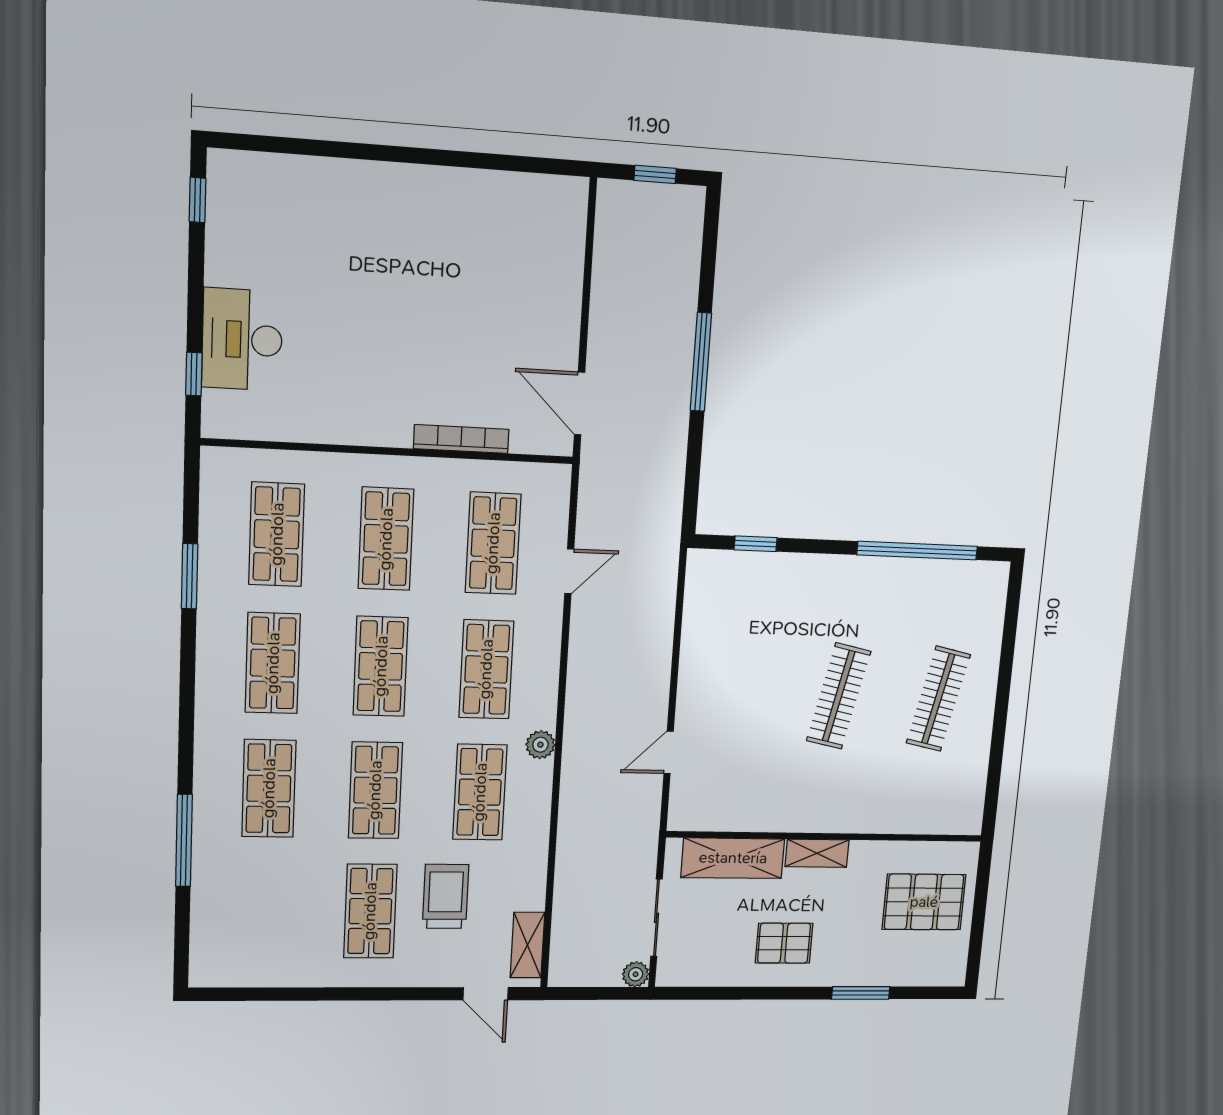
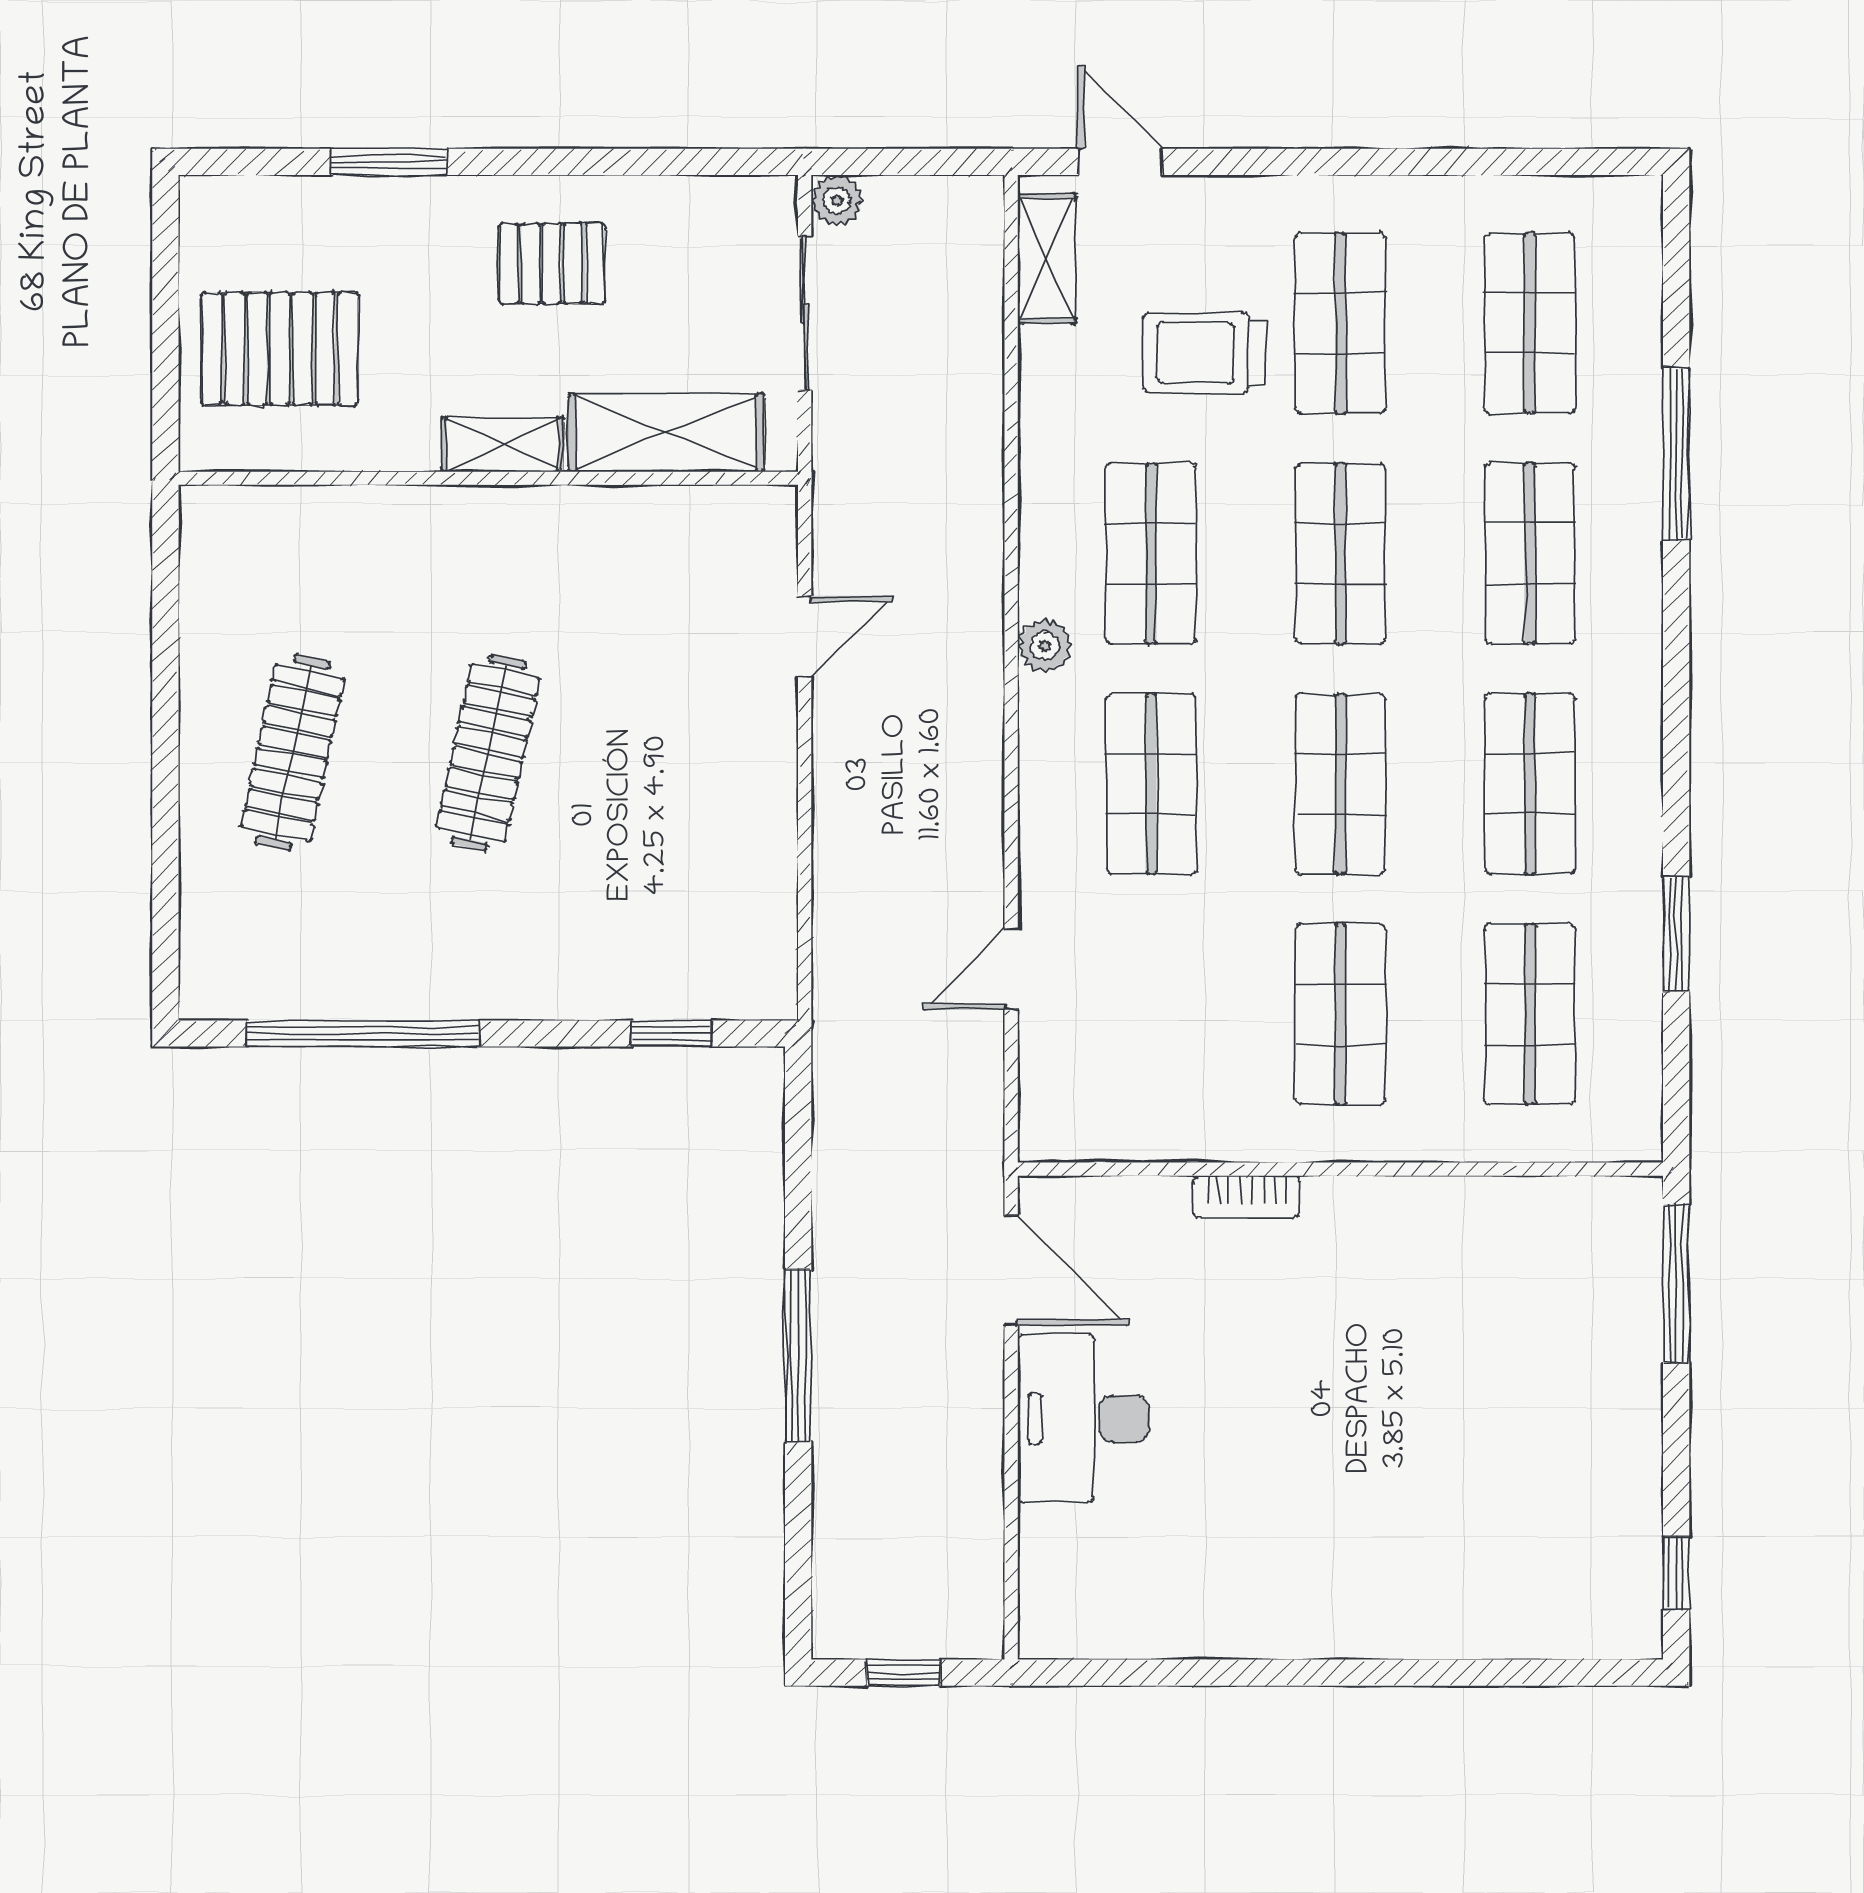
desk: (242, 340) -> (1084, 1419), moved, turned 180
window: (194, 374) -> (1676, 1284), width x2.17
bookcase: (461, 439) -> (1246, 1197), width x0.64
shop shelf: (493, 543) -> (1530, 323), moved
trolley: (446, 896) -> (1204, 353), turned 90

